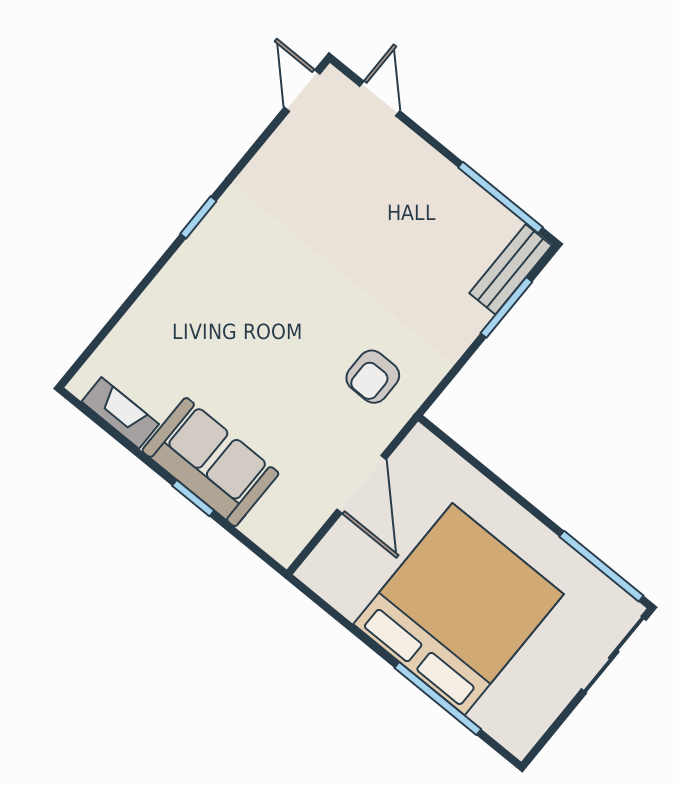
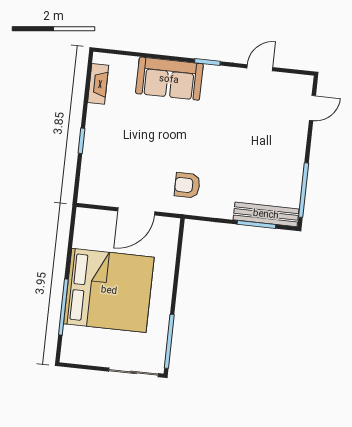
door: (302, 91) -> (260, 68), moved
bench: (511, 269) -> (266, 214), width x1.36
sofa: (210, 462) -> (169, 79), moved, turned 90

